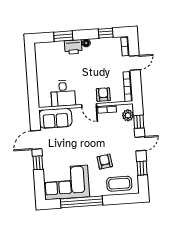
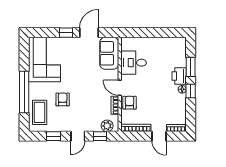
window: (106, 33) -> (191, 91), moved
armchair: (103, 95) -> (130, 103), turned -90
door: (89, 105) -> (120, 88), hinge flipped
door: (36, 140) -> (89, 33), hinge flipped
door: (140, 144) -> (78, 136), hinge flipped
armchair: (105, 162) -> (63, 99), turned -82
window: (82, 202) -> (24, 92), moved

